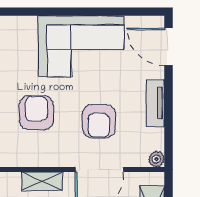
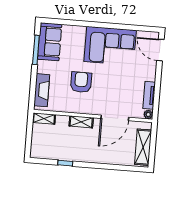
tv unit: (155, 103) -> (149, 95), moved
armchair: (99, 121) -> (117, 90), removed

